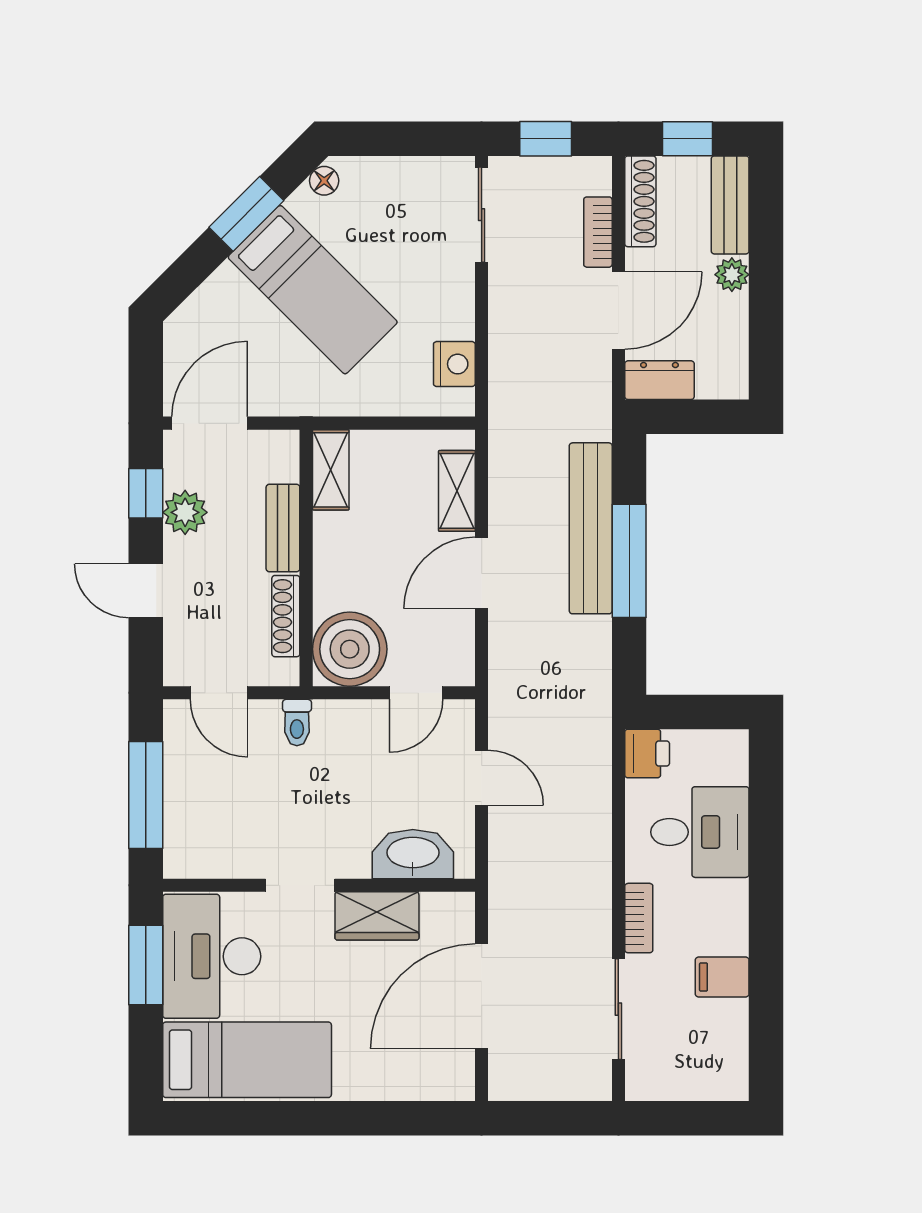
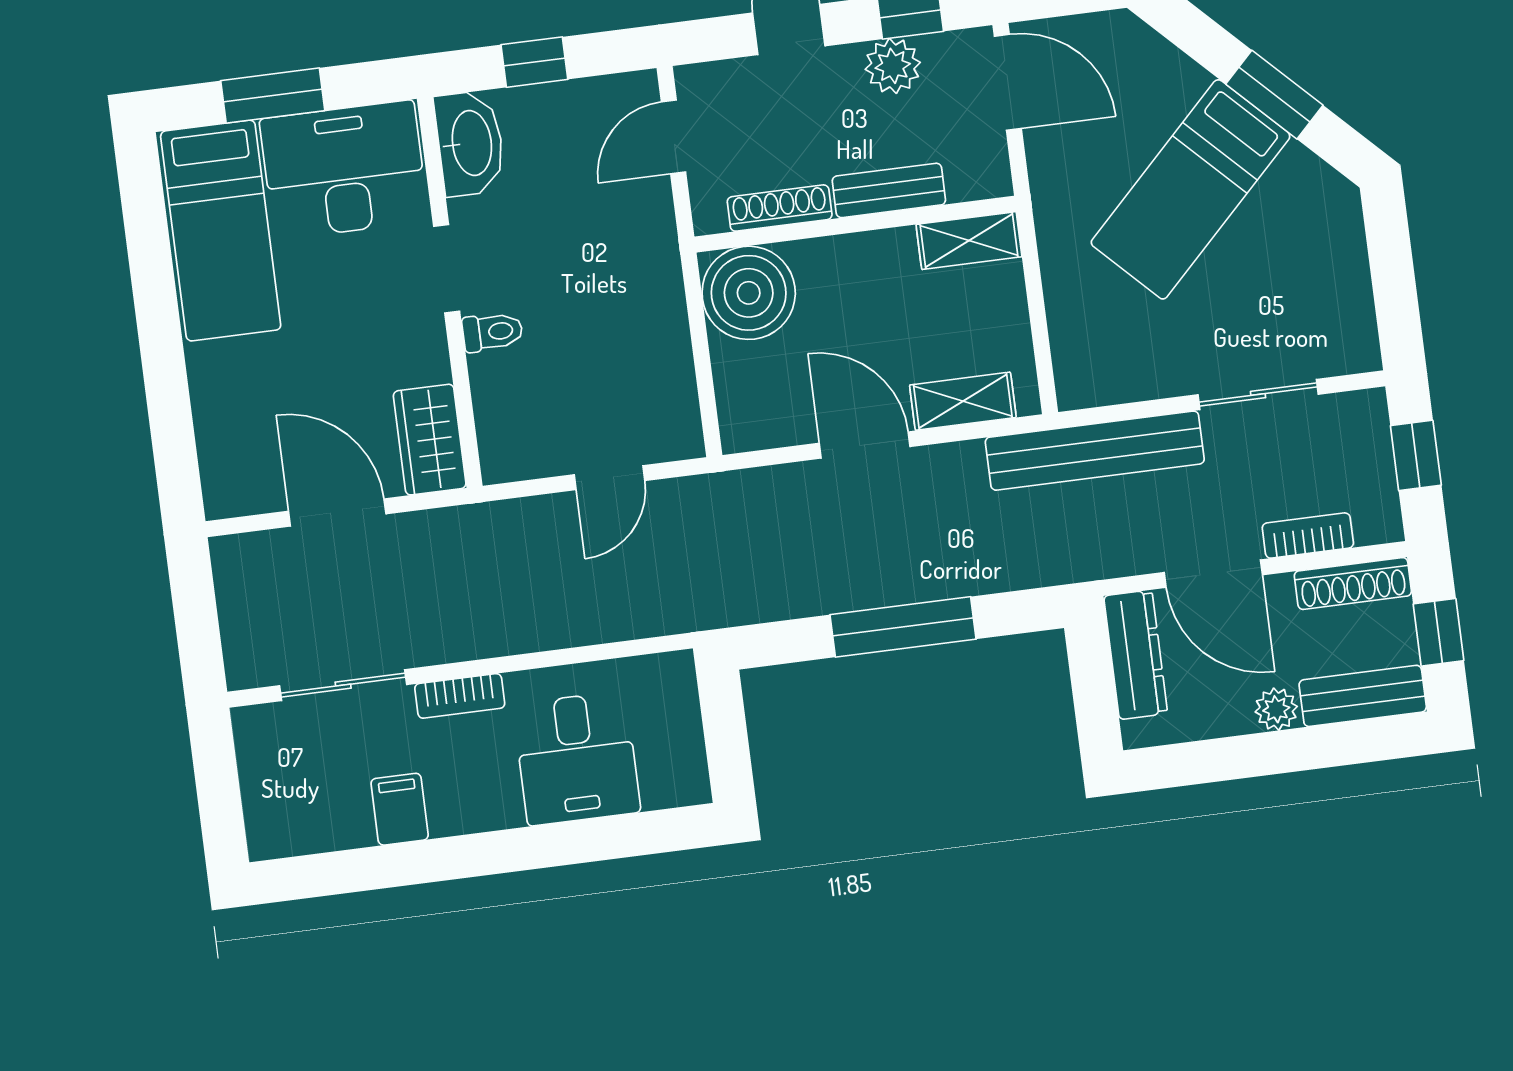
floor lamp: (324, 181) -> (1328, 186), removed
sliding door: (482, 215) -> (1258, 395), moved
nightstand: (454, 364) -> (1121, 378), removed
dresser: (659, 380) -> (1136, 655), width x1.44
bench: (591, 528) -> (1095, 451), moved
door: (416, 693) -> (705, 382), removed
toilet: (297, 722) -> (492, 332), moved, turned 180
printer: (647, 753) -> (666, 680), removed
window: (146, 795) -> (534, 62), width x0.46
washbasin: (413, 854) -> (470, 143), moved
wardrobe: (377, 916) -> (430, 440), moved
window: (146, 965) -> (273, 96), moved
door: (482, 996) -> (337, 513), width x0.73

